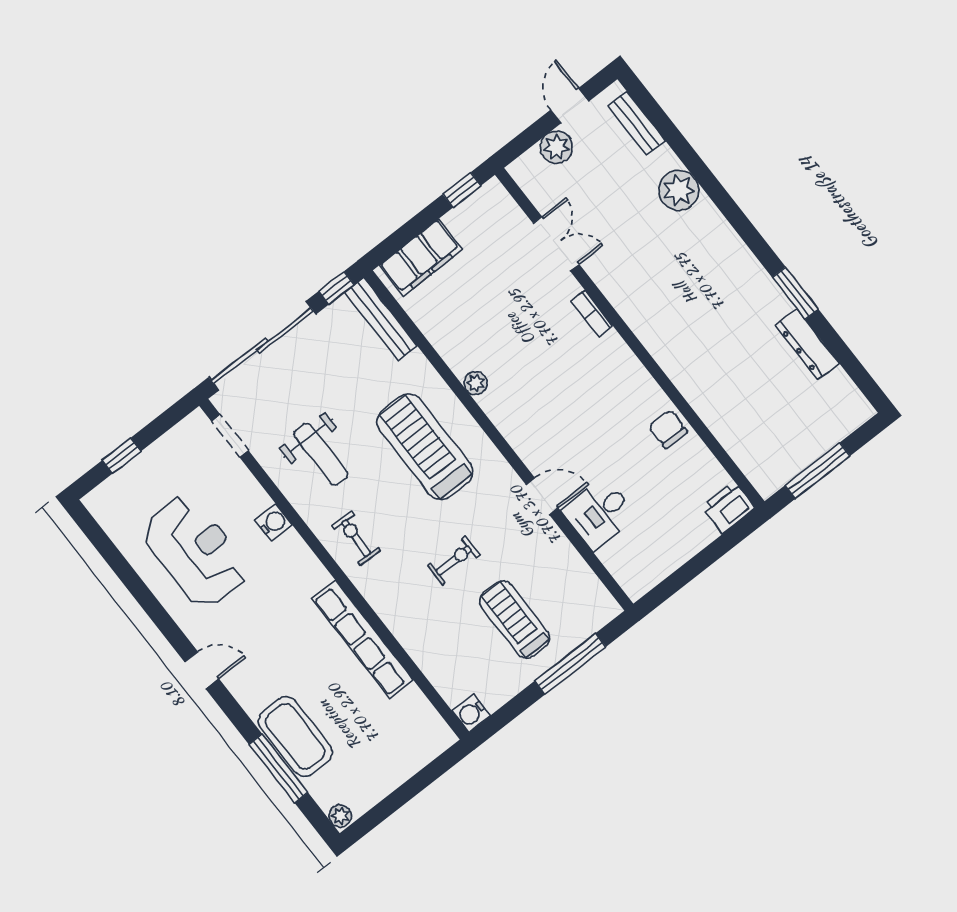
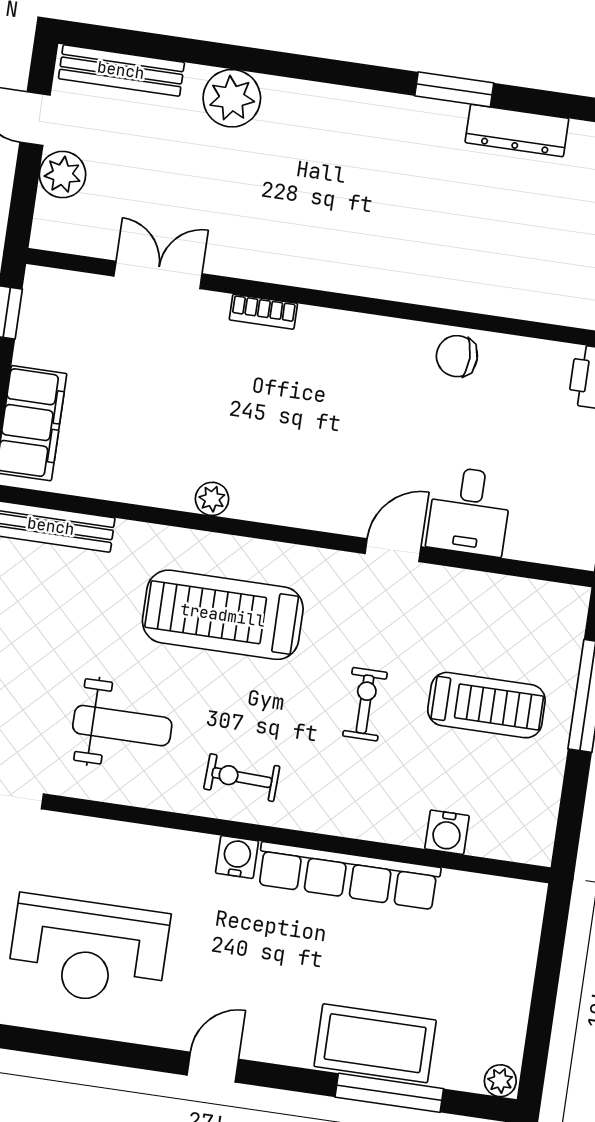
bench: (636, 123) -> (121, 70), width x1.36
water cooler: (274, 522) -> (237, 857), moved
reception desk: (195, 551) -> (89, 951), turned 180
treadmill: (515, 620) -> (486, 705), turned 180
water cooler: (471, 713) -> (447, 832), moved

